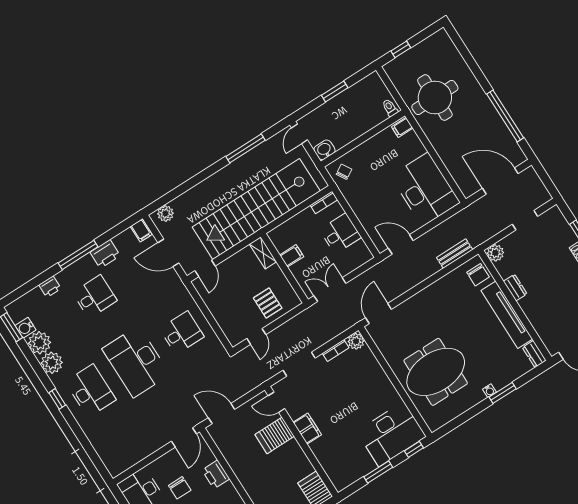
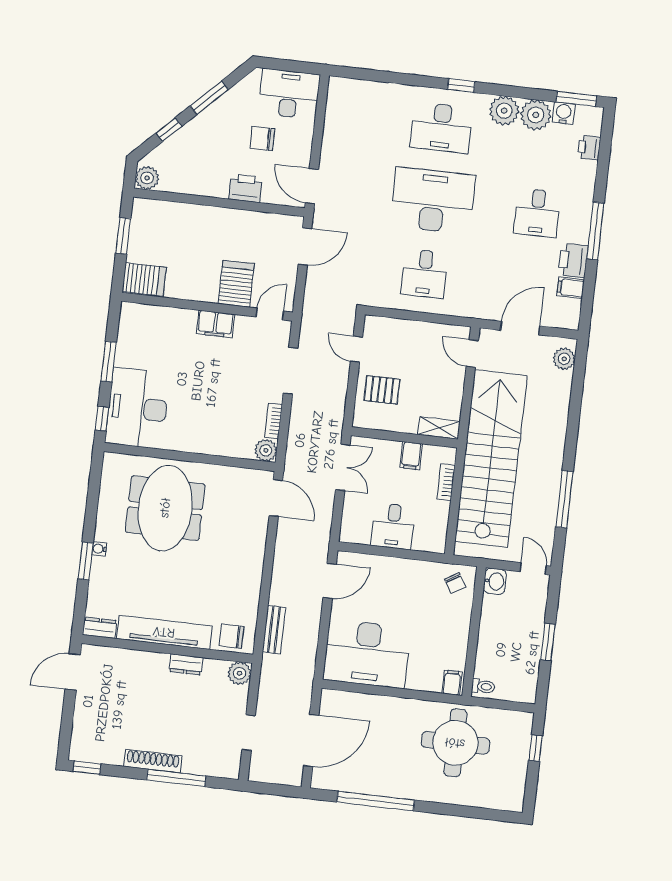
bookcase: (324, 202) -> (446, 482), moved
filing cabinet: (141, 230) -> (571, 288), moved
printer: (50, 287) -> (589, 148), moved

